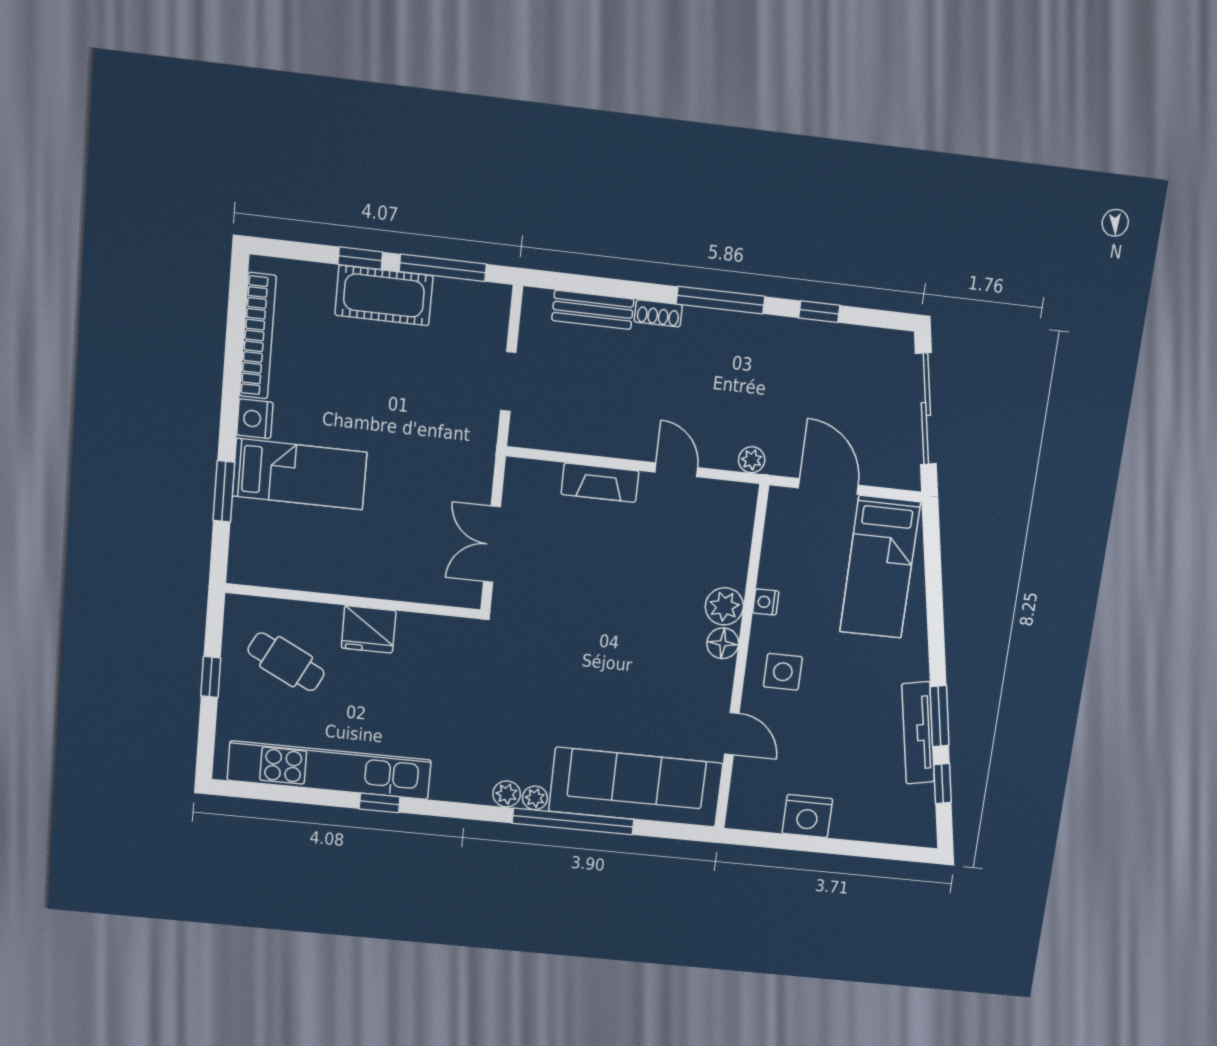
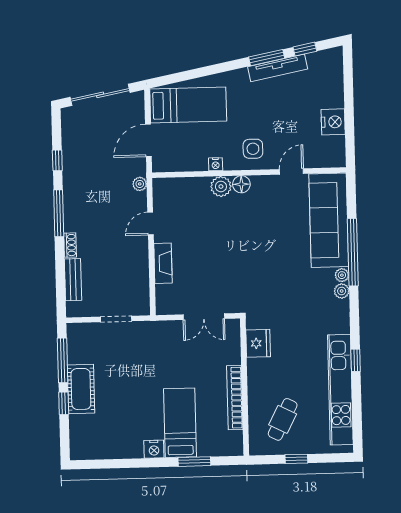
bookcase: (258, 336) -> (235, 398), moved, turned -90
fridge: (369, 629) -> (258, 343), moved

